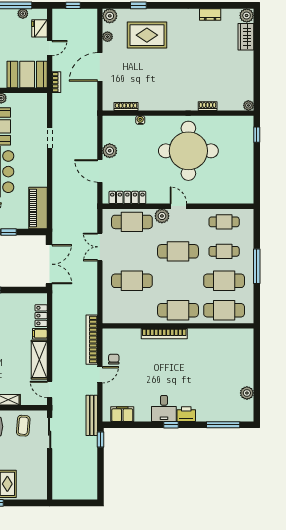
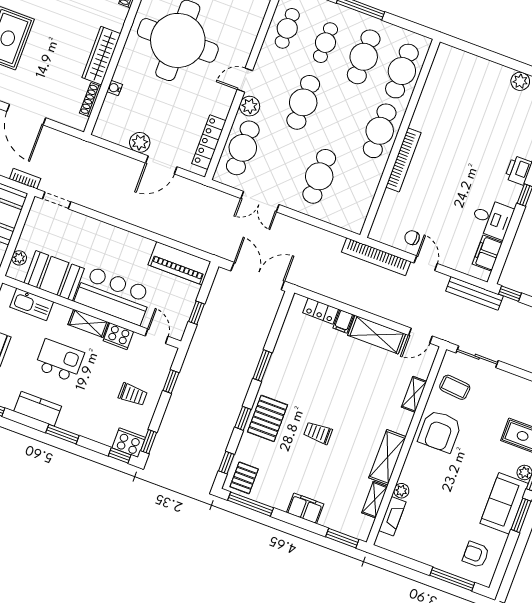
wardrobe: (159, 103) -> (101, 56), added
doorway: (50, 138) -> (57, 200), moved
desk: (164, 408) -> (492, 219), moved

